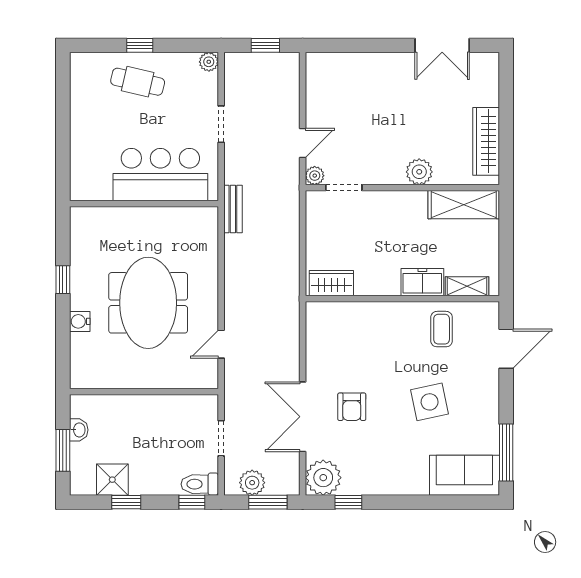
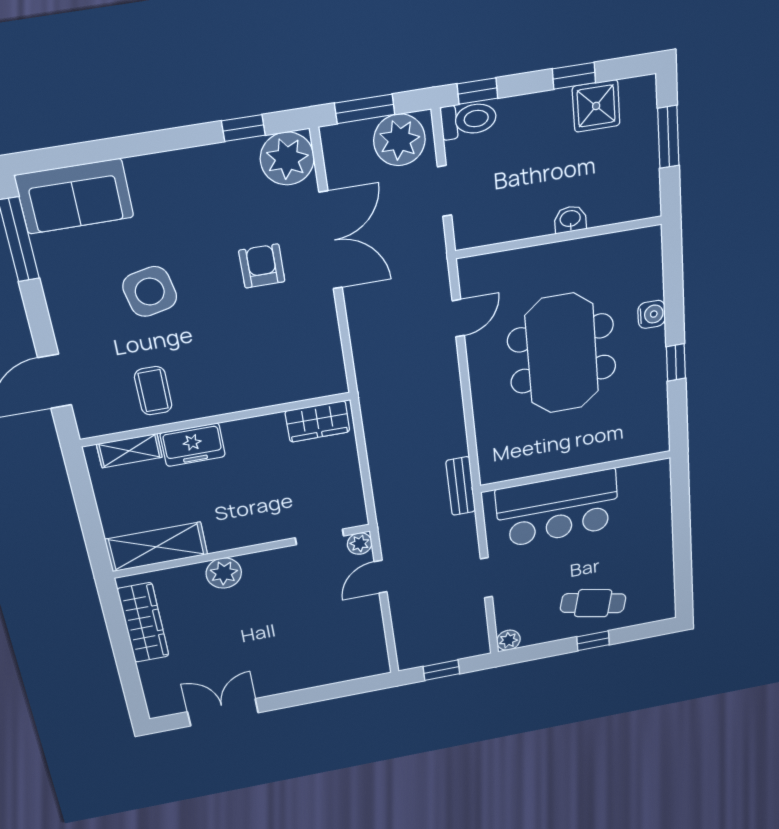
washbasin: (79, 430) -> (570, 219), moved, turned 90
plant: (252, 483) -> (399, 140), width x1.36, depth x1.36

